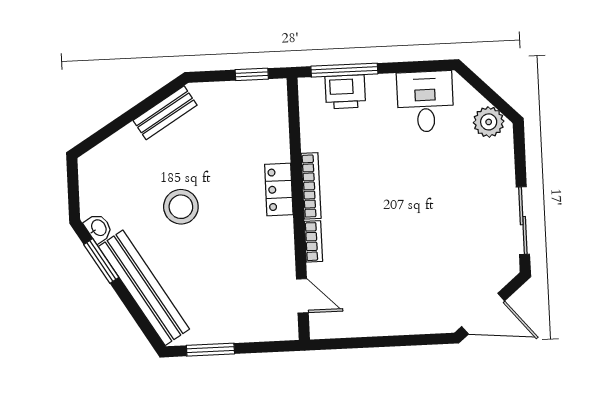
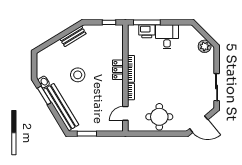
desk: (425, 102) -> (167, 37), moved
door: (302, 296) -> (125, 113), swing flipped
round table: (386, 300) -> (159, 117), added

